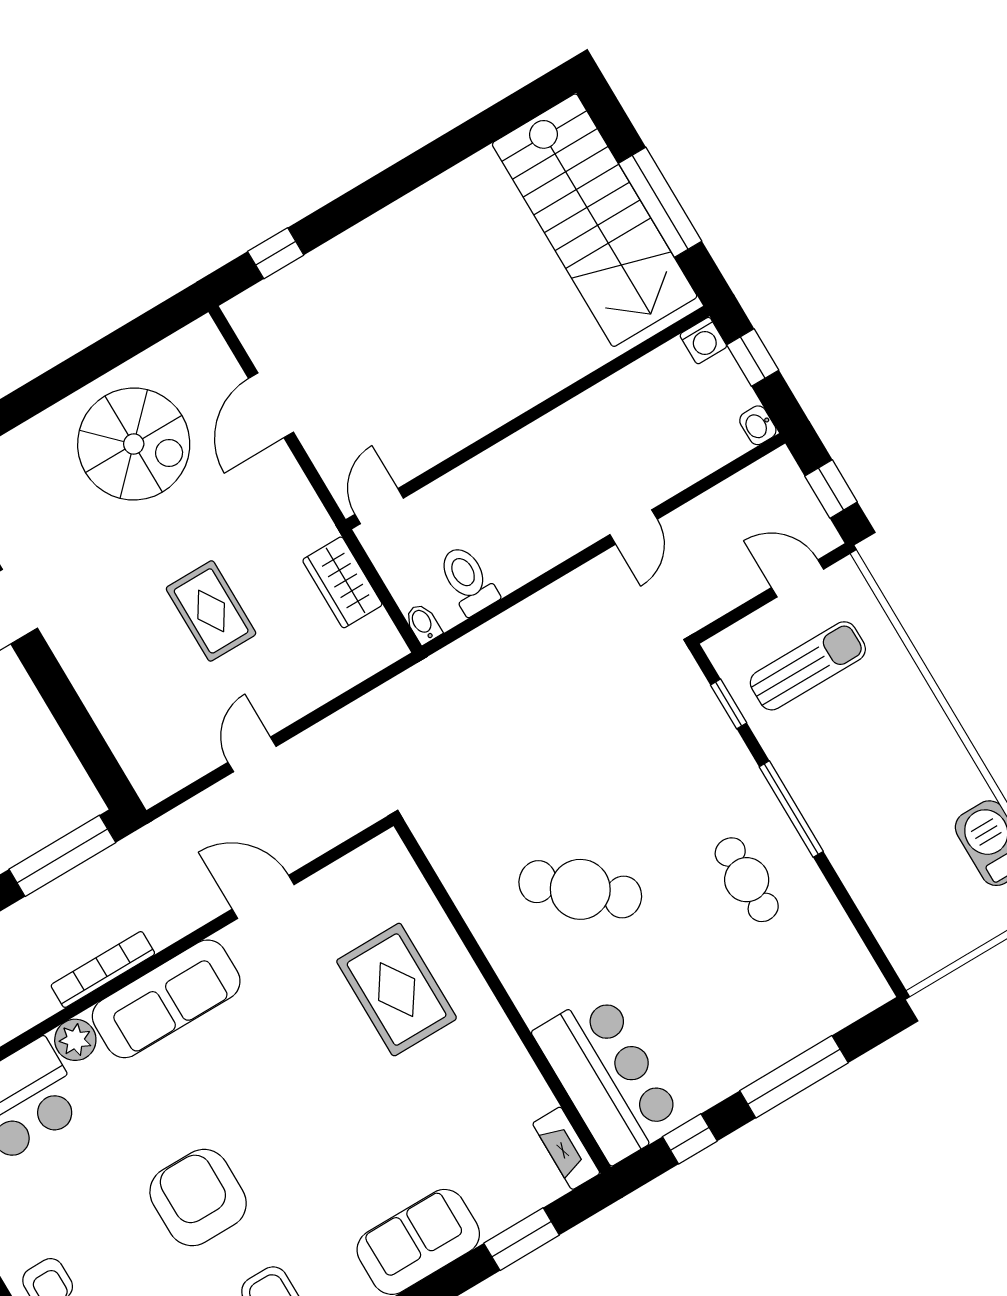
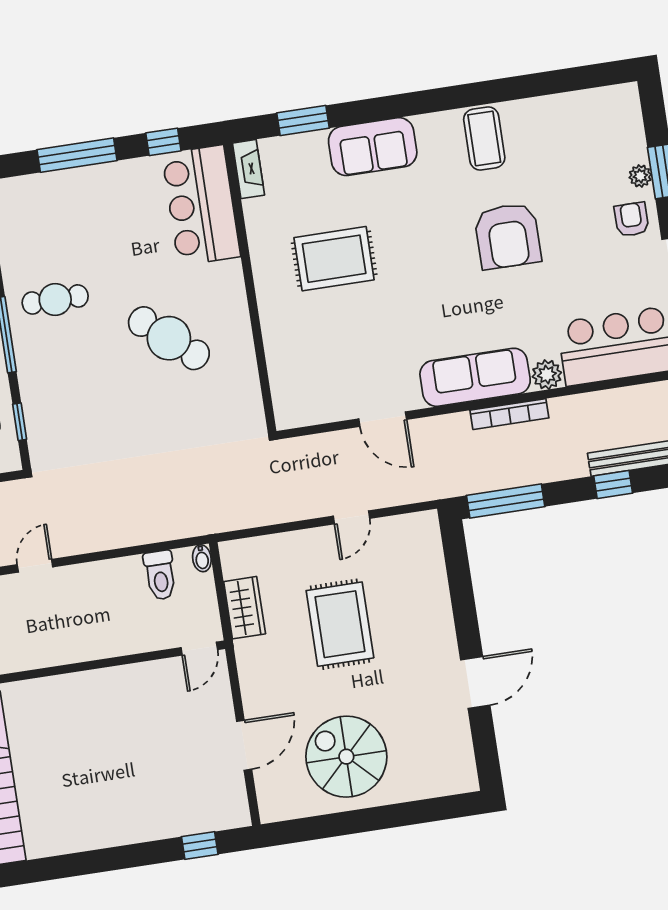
rug: (211, 611) -> (340, 624), width x1.36, depth x1.43
cafe table: (747, 880) -> (55, 299), turned 90
rug: (397, 990) -> (334, 259), moved, turned 90

